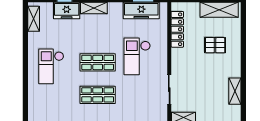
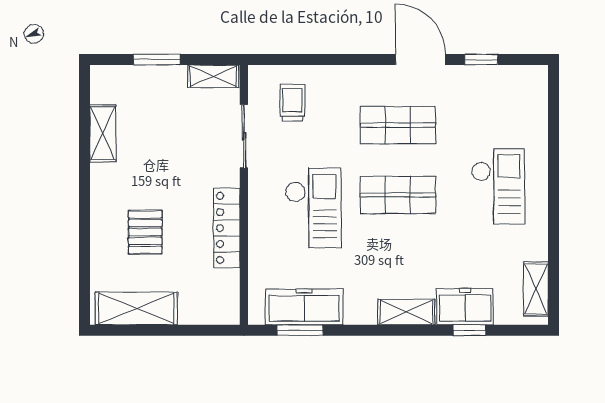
locker: (177, 29) -> (227, 228), moved
pallet: (215, 45) -> (145, 232), turned 90
trolley: (147, 105) -> (293, 103), added

